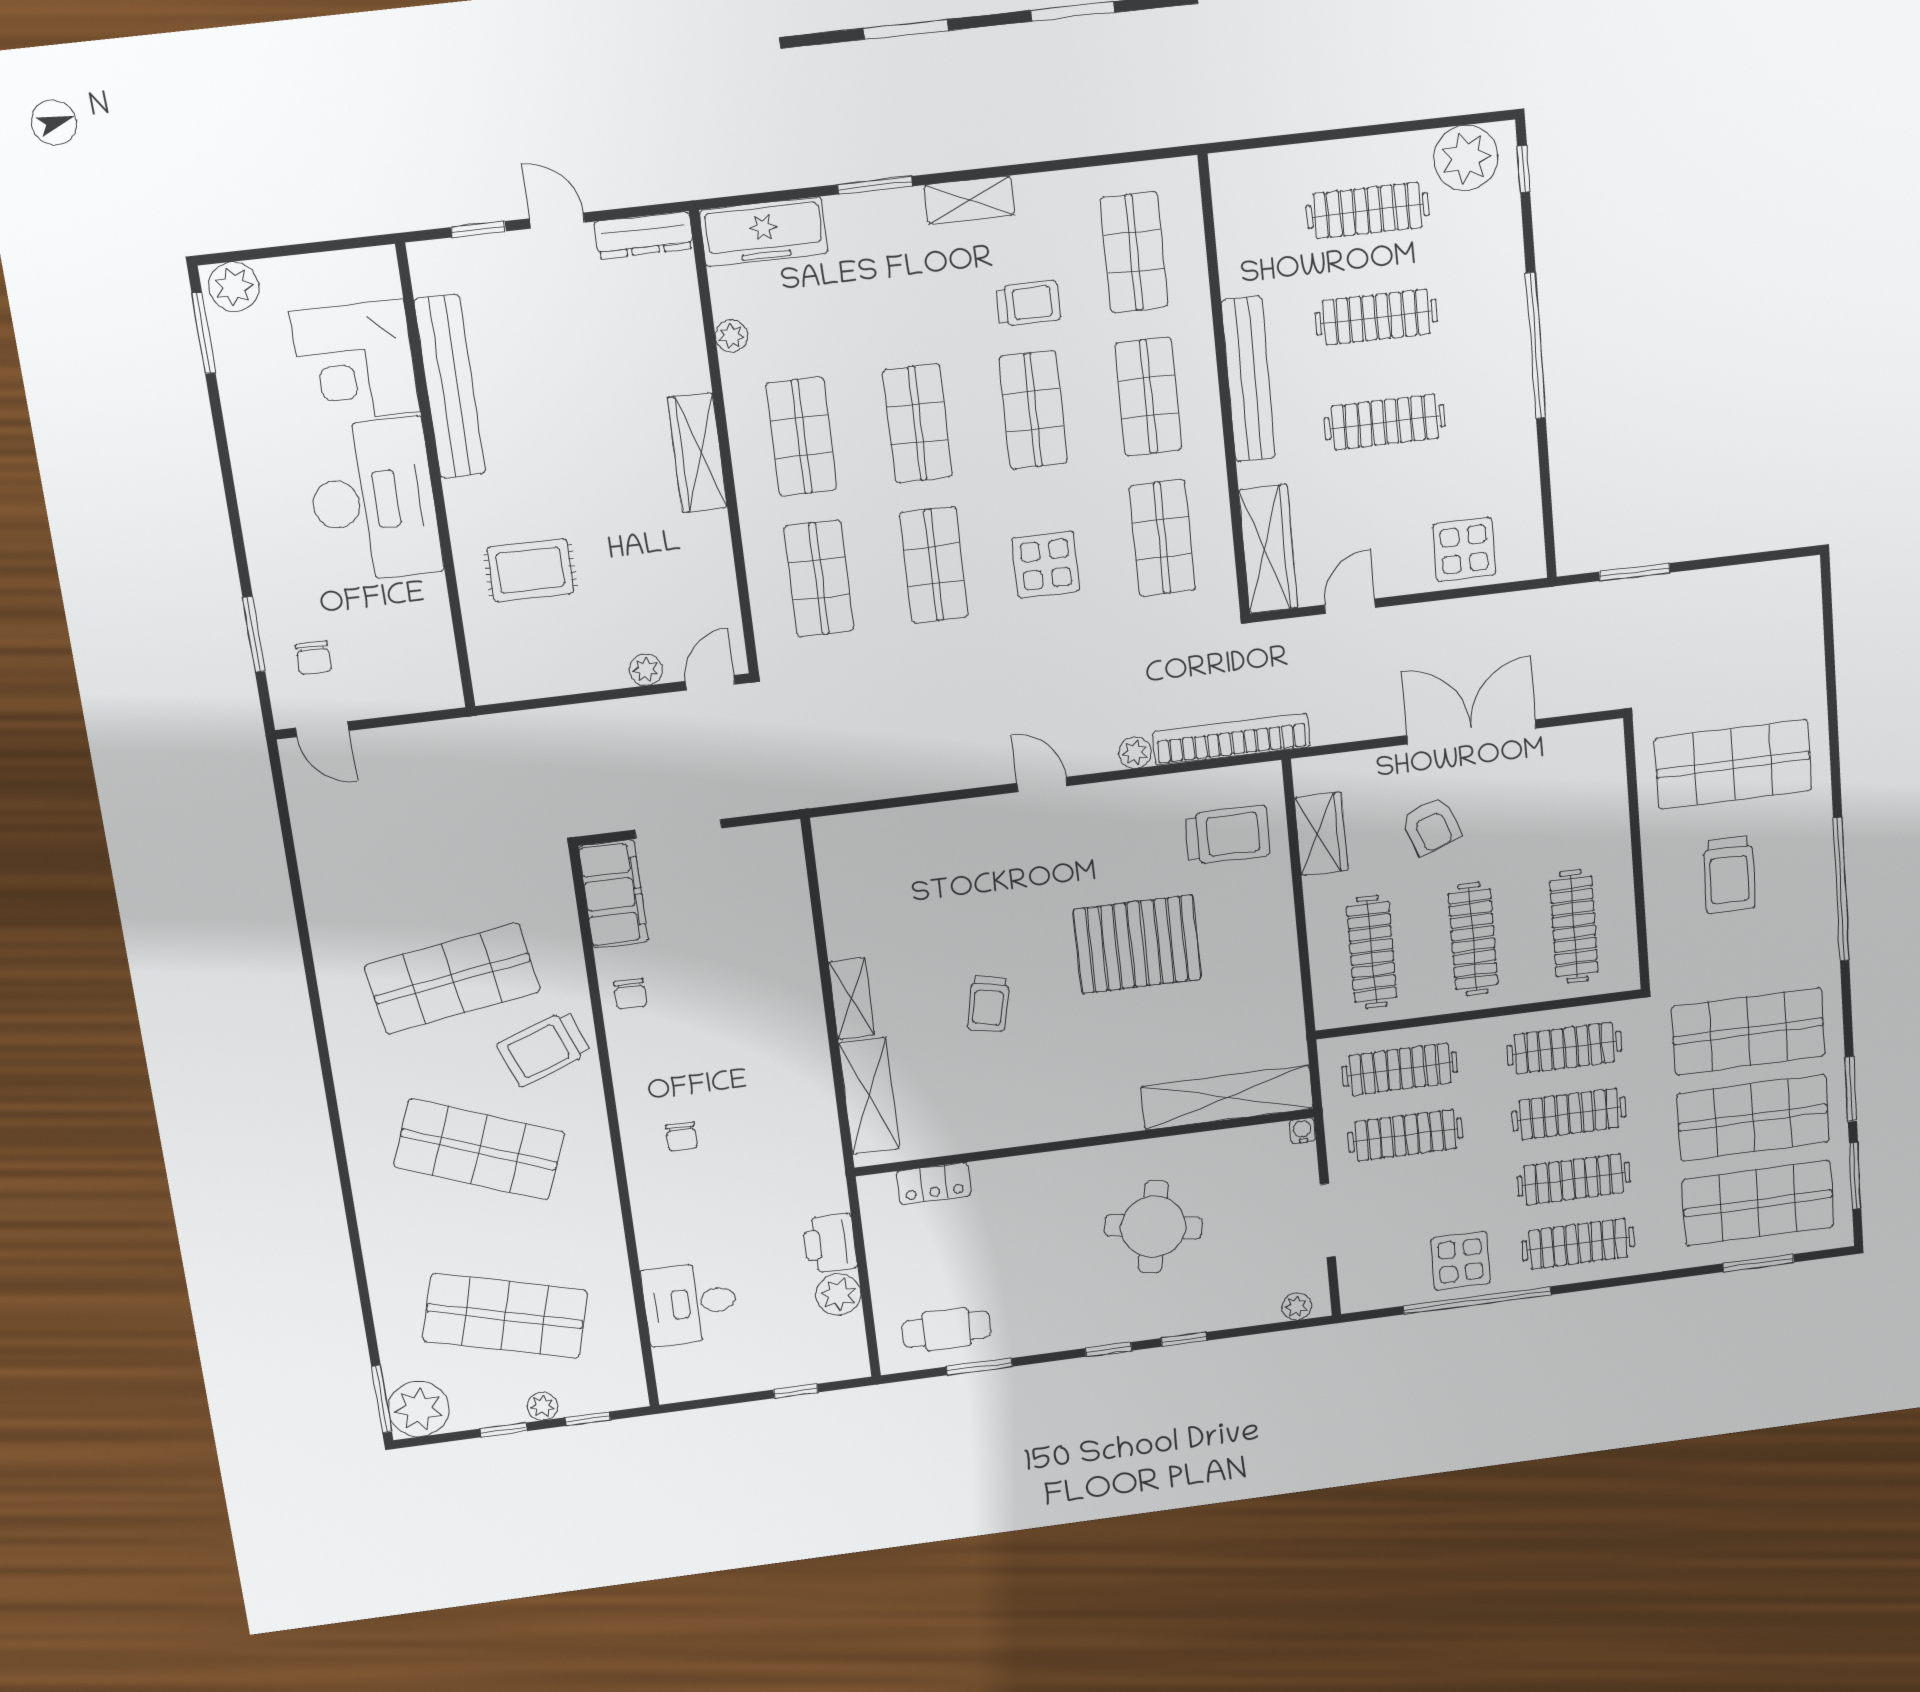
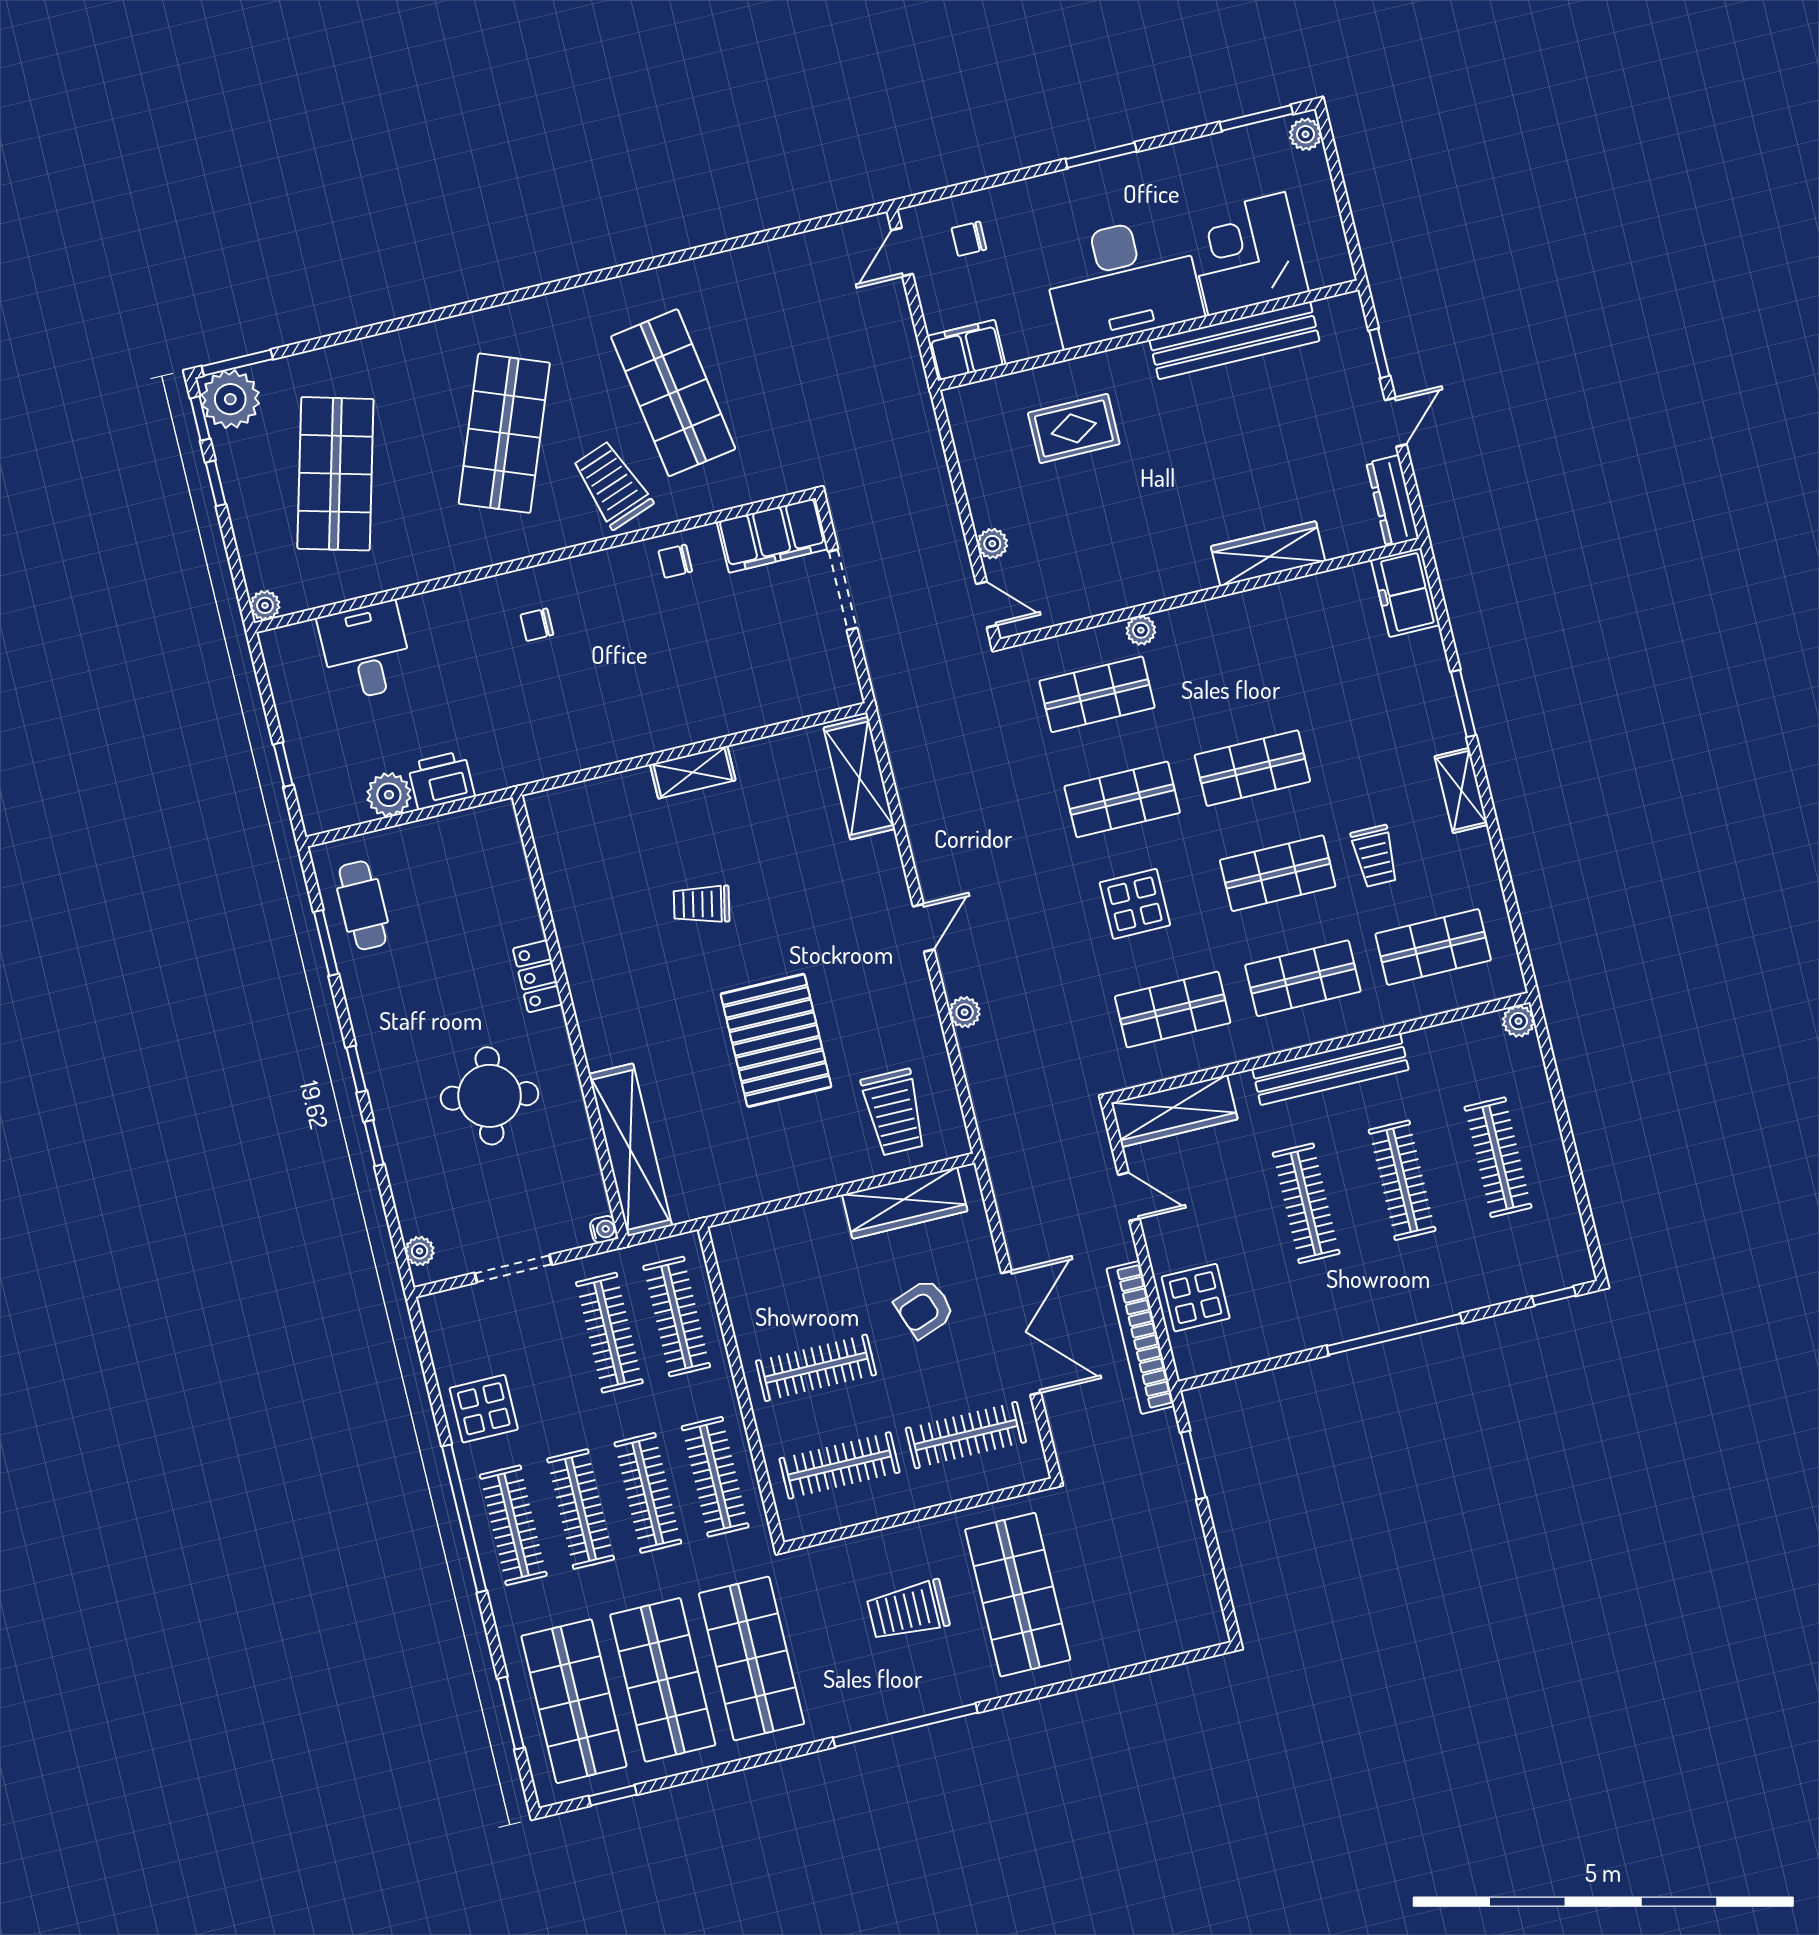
plant: (1466, 158) -> (1519, 1021), moved, width x0.53, depth x0.53
freezer: (764, 232) -> (1405, 593), width x0.71
plant: (234, 287) -> (1306, 134), width x0.73, depth x0.73
plant: (731, 336) -> (1141, 630), moved
shop shelf: (801, 437) -> (1227, 663), removed
wardrobe: (697, 453) -> (1268, 554), moved
rug: (530, 570) -> (1074, 428), turned 90
window: (254, 634) -> (1101, 155), moved
filing cabinet: (435, 674) -> (966, 350), added
bookcase: (1231, 739) -> (1140, 1337), moved, turned 180
wardrobe: (1321, 834) -> (905, 1203), width x1.50
clothes rail: (1372, 952) -> (966, 1435), moved
window: (1851, 1089) -> (703, 1774), removed
shelving: (869, 1096) -> (859, 778), moved, turned 90
window: (1855, 1176) -> (613, 1795), width x0.67
locker: (934, 1183) -> (538, 976), moved
window: (1477, 1300) -> (464, 1518), moved
plant: (543, 1406) -> (265, 605), moved
window: (588, 1419) -> (200, 418), moved

